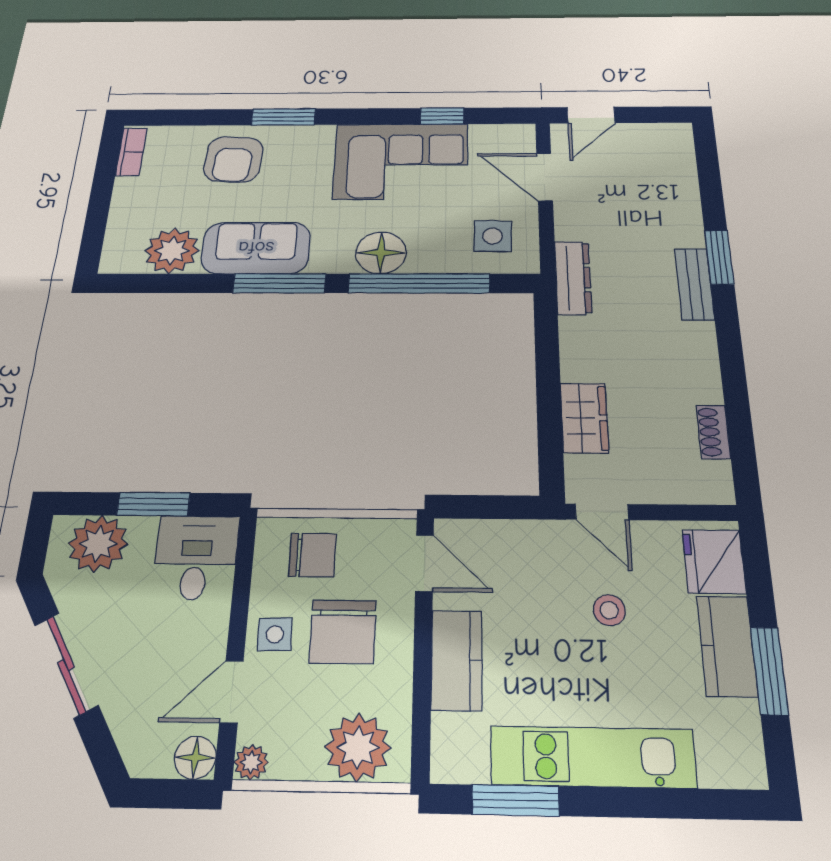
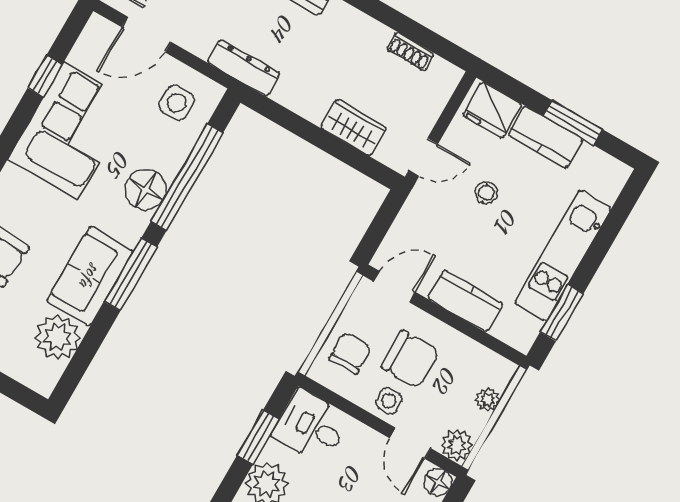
plant: (358, 747) -> (488, 400), width x0.53, depth x0.53
plant: (251, 762) -> (457, 445), width x1.38, depth x1.38

